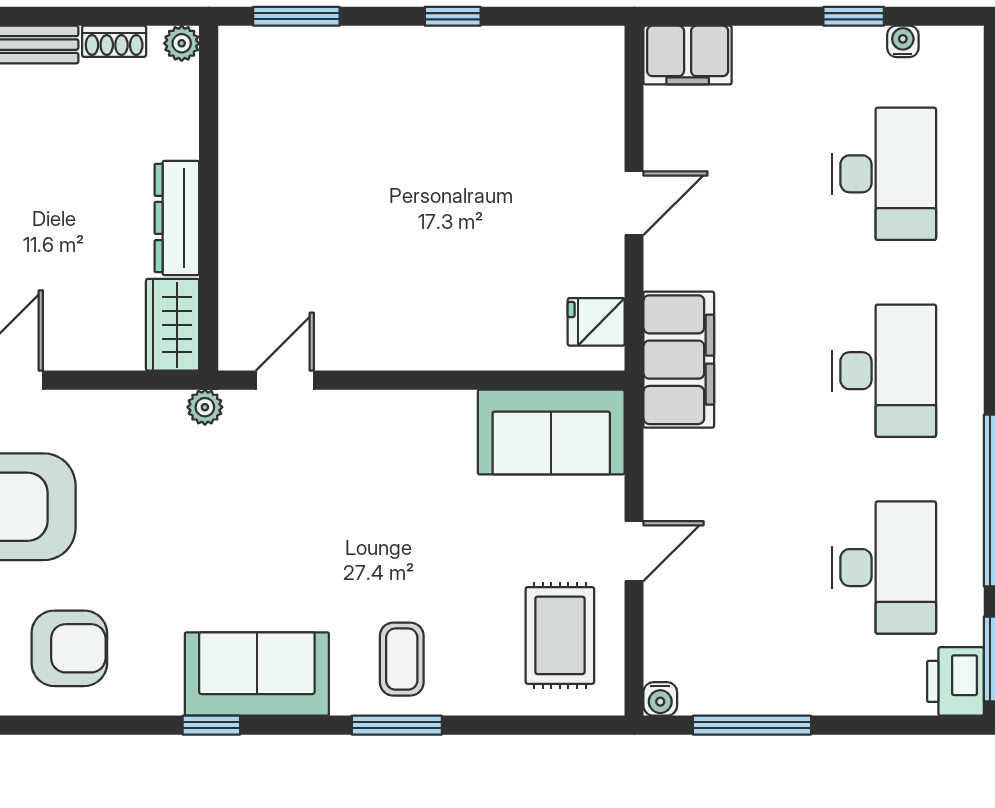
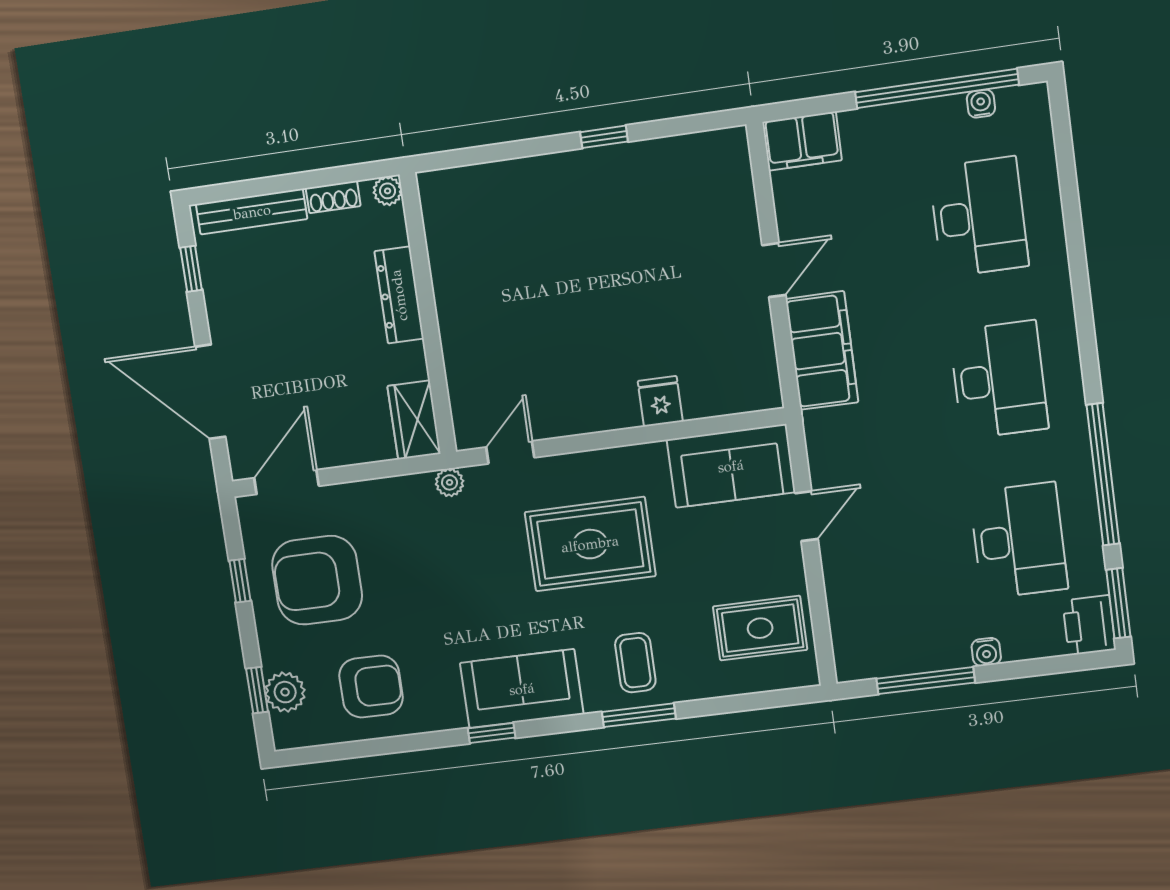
window: (296, 16) -> (477, 155), removed
window: (854, 16) -> (937, 88), width x3.17
dresser: (177, 218) -> (399, 295), moved
fridge: (596, 322) -> (660, 401), moved, turned 90
filing cabinet: (679, 360) -> (822, 351), moved
rug: (367, 505) -> (590, 544), added
door: (634, 551) -> (806, 516), moved
rug: (560, 635) -> (760, 628), turned 90
water cooler: (660, 699) -> (986, 652), moved

